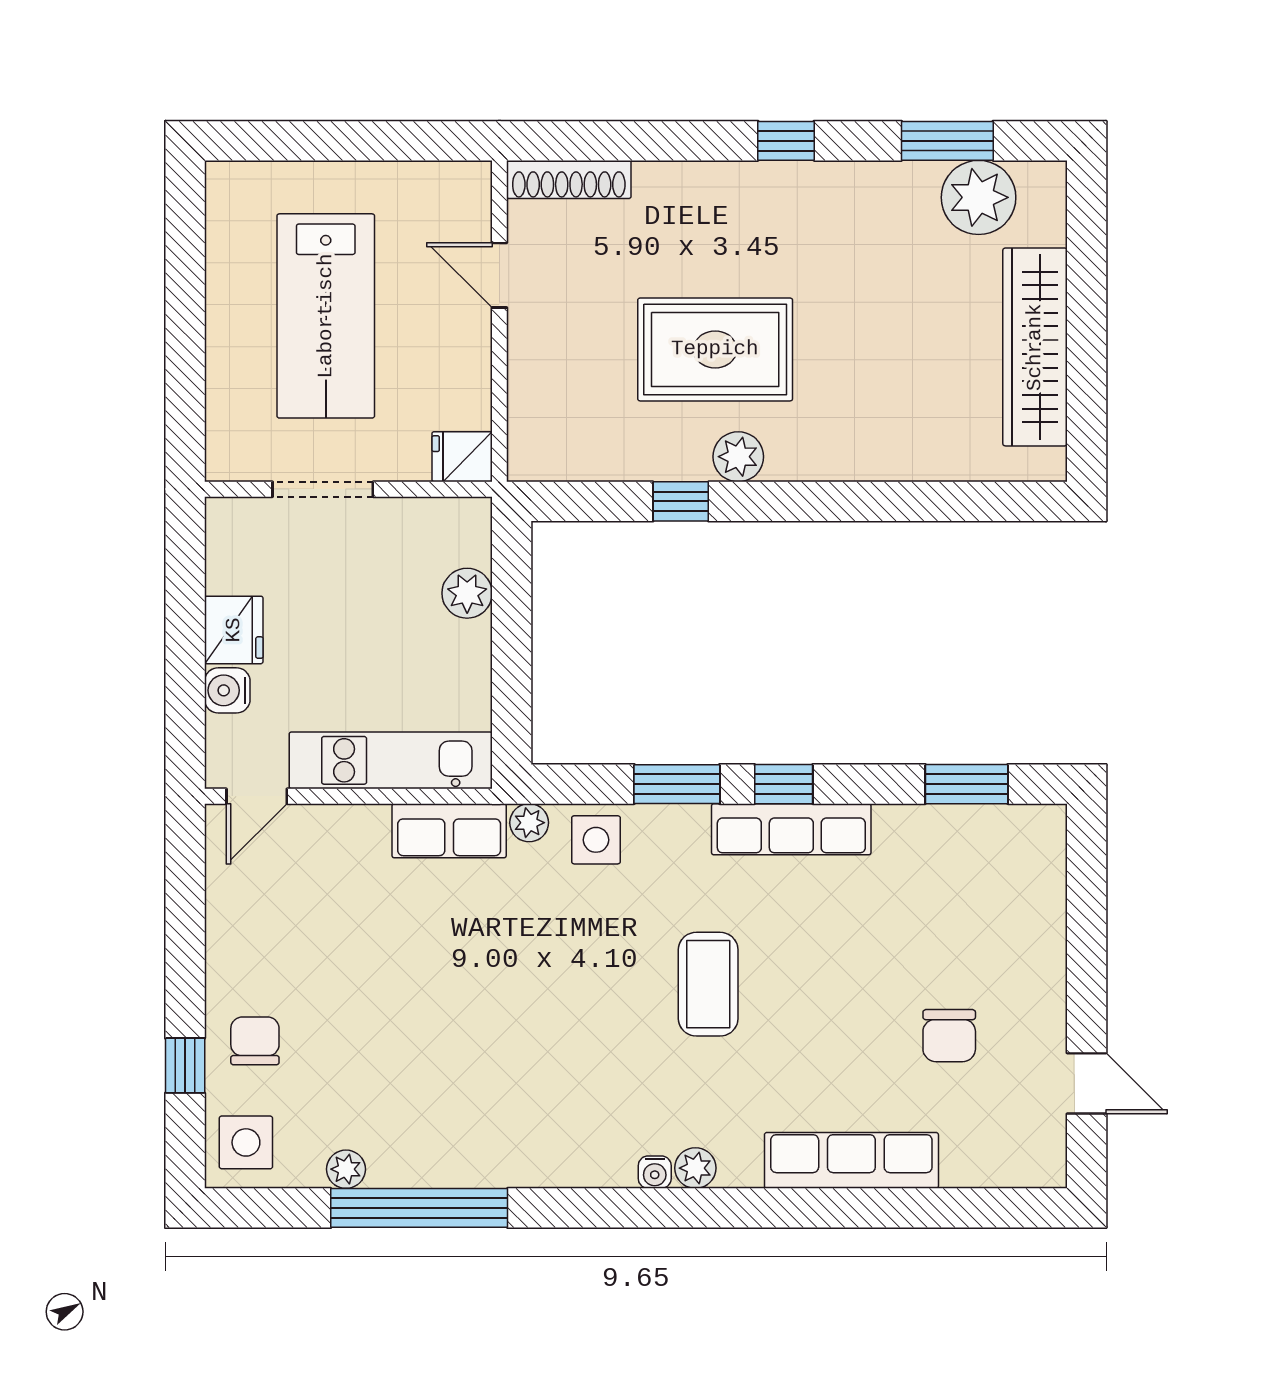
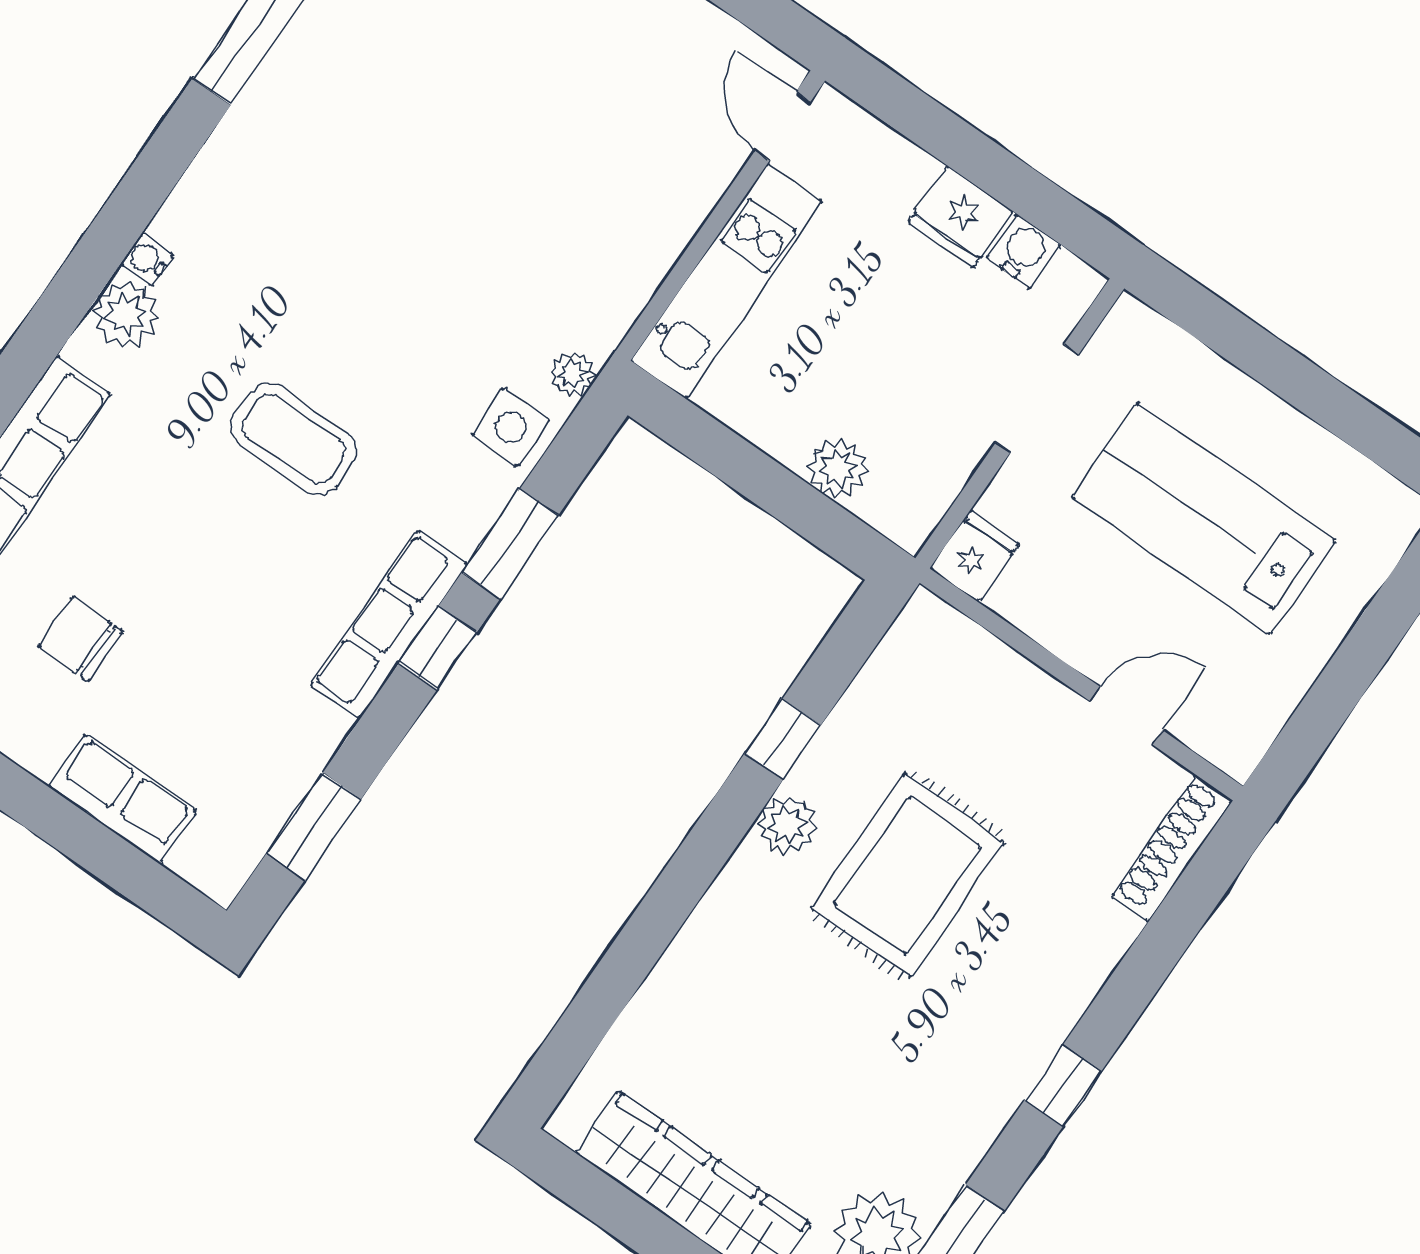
water cooler: (227, 690) -> (1024, 251), moved
row of seats: (449, 831) -> (123, 799), moved, turned 90
plant: (695, 1168) -> (126, 315), width x1.38, depth x1.38

